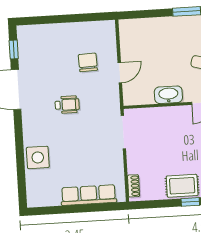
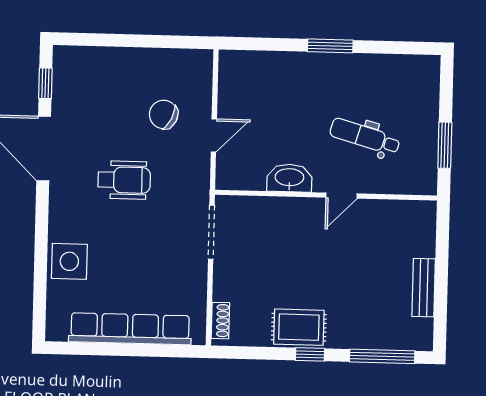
chair: (88, 62) -> (164, 114), turned -62
wheelchair: (67, 105) -> (124, 180), width x1.36, depth x1.37
row of seats: (89, 195) -> (130, 329), width x1.36

